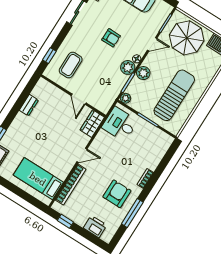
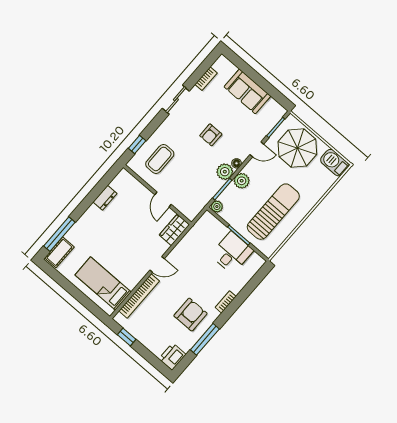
armchair: (111, 38) -> (211, 135), turned 90
desk: (120, 124) -> (232, 253), moved, turned 90
printer: (95, 227) -> (172, 357), moved, turned -90

